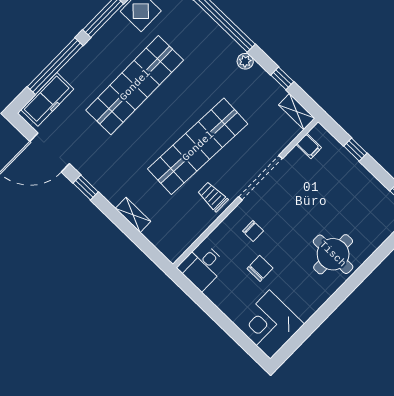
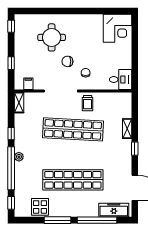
plant: (245, 61) -> (19, 157), moved
window: (282, 78) -> (11, 134), moved
window: (86, 188) -> (135, 149), moved
round table: (333, 254) -> (52, 37), moved
chair: (260, 268) -> (67, 61), moved

